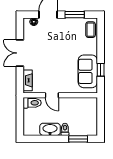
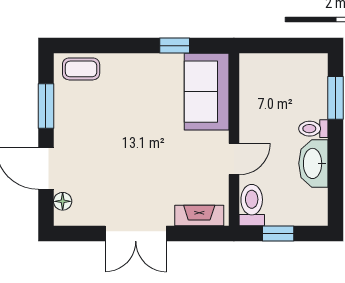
sofa: (88, 71) -> (207, 92), moved, turned 90
window: (20, 114) -> (278, 234), added

